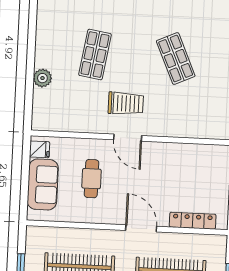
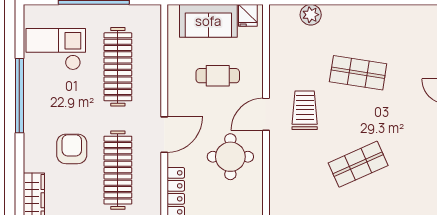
plant: (42, 78) -> (311, 15), moved
trolley: (126, 103) -> (305, 110), turned 180
round table: (164, 171) -> (230, 157), added

